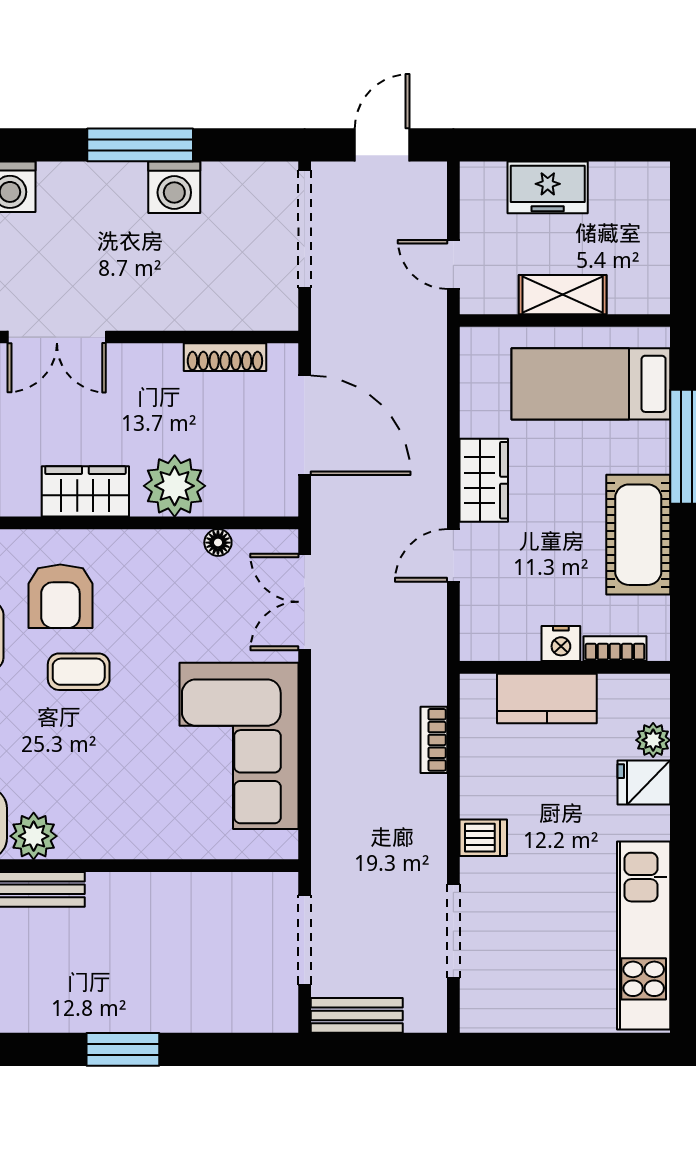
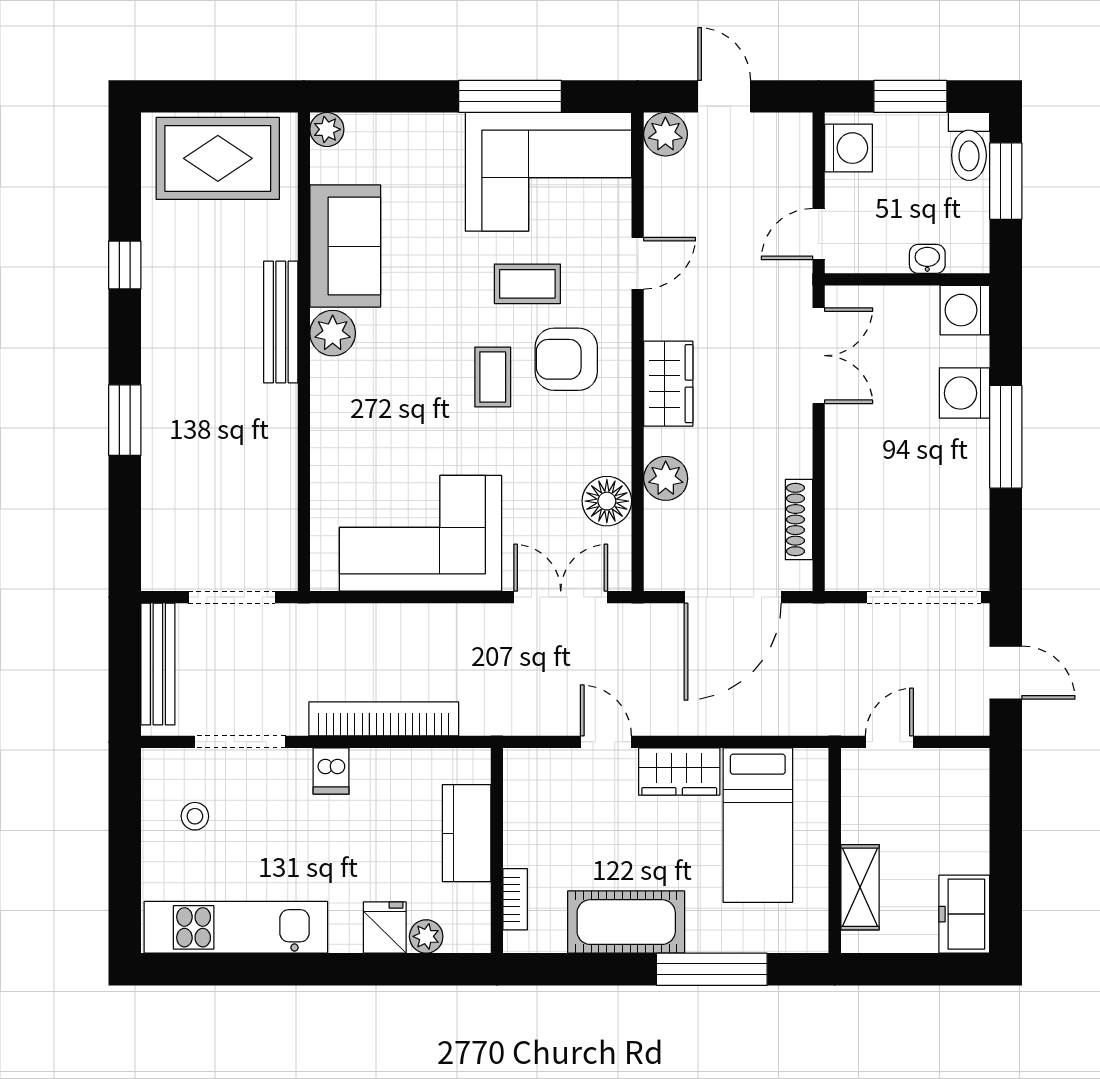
washing machine: (174, 187) -> (964, 393), moved
freezer: (548, 187) -> (964, 914), moved
shelving: (563, 295) -> (860, 887), moved
double door: (57, 337) -> (819, 356), swing flipped
bed: (591, 384) -> (758, 825), moved, turned 180
plant: (175, 486) -> (666, 478), width x0.73, depth x0.73
floor lamp: (218, 543) -> (607, 501), width x1.89, depth x1.89
nightstand: (561, 643) -> (520, 847), removed
bookcase: (434, 740) -> (384, 719), width x2.31, depth x1.31
stool: (530, 977) -> (195, 816), added
bench: (357, 1015) -> (158, 664), width x1.36

